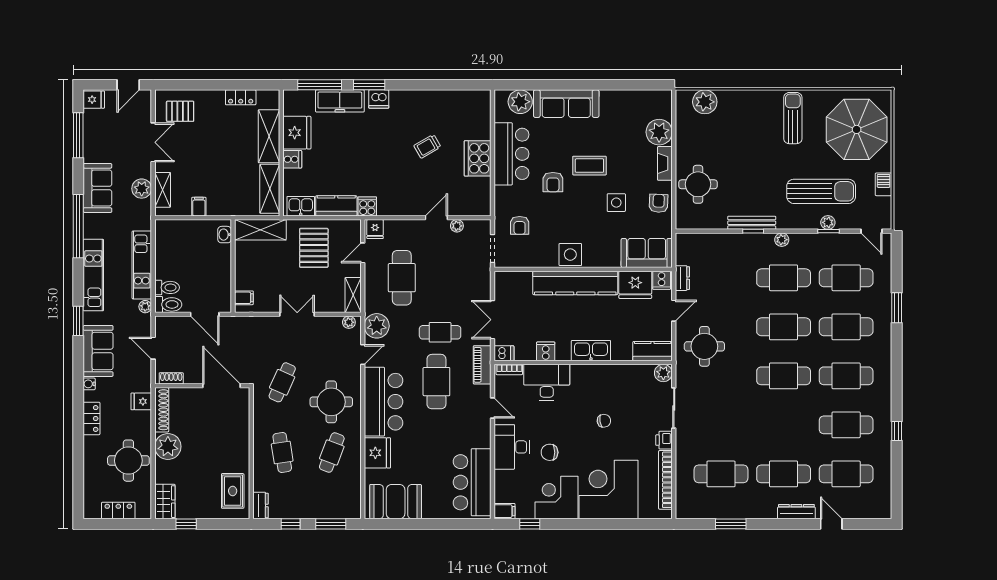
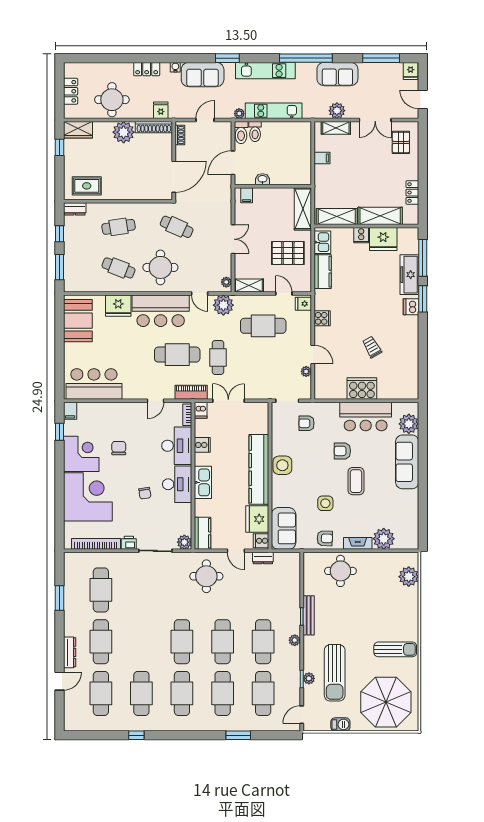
cooker: (367, 206) -> (322, 318), moved
washbasin: (225, 235) -> (262, 179), moved
desk: (512, 447) -> (177, 484), moved, turned 90

